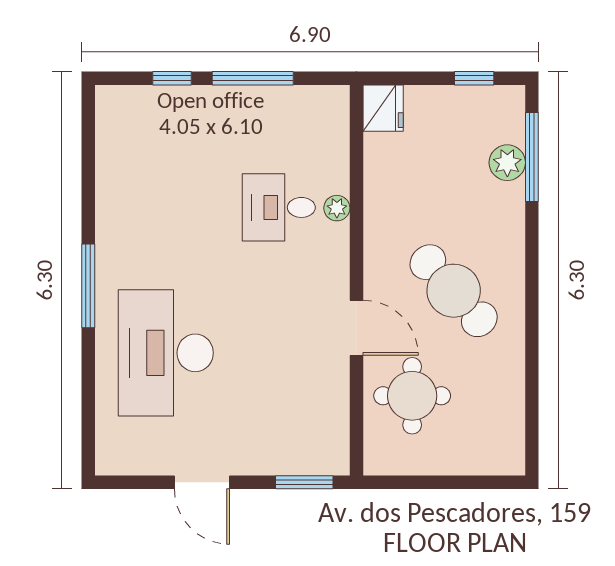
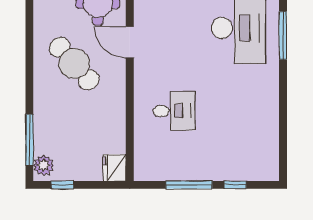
plant: (507, 163) -> (44, 165), moved
plant: (337, 208) -> (141, 111), removed
window: (88, 286) -> (283, 36), moved

